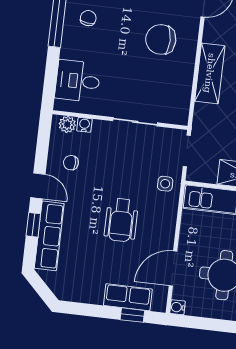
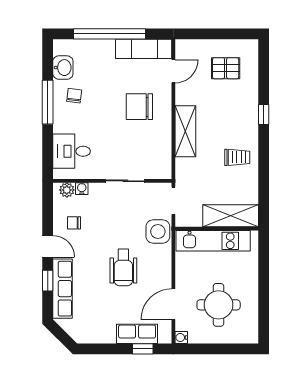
side table: (165, 184) -> (158, 232), width x1.87, depth x1.87

